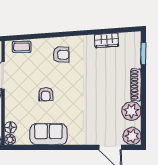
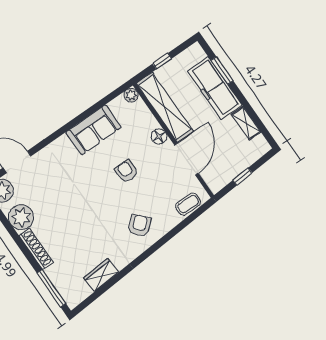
window: (143, 54) -> (51, 288), width x1.44
armchair: (61, 55) -> (139, 226), turned 137
floor lamp: (11, 127) -> (159, 136), moved

